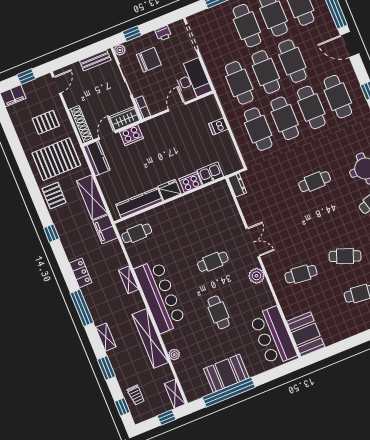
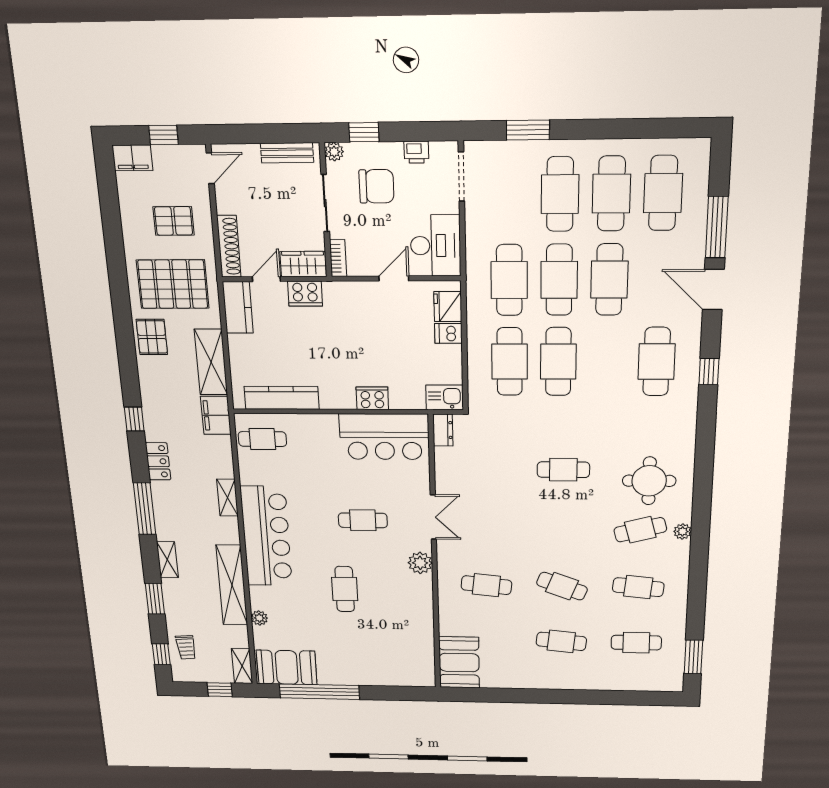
cafe table: (311, 107) -> (607, 362), removed
kitchen sink: (210, 173) -> (445, 397), moved
fridge: (169, 190) -> (448, 307), moved, turned -90
window: (51, 233) -> (134, 419), moved
bar counter: (273, 336) -> (384, 437), moved, turned -90
booth: (226, 373) -> (287, 667), moved

